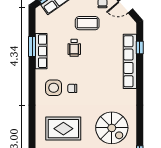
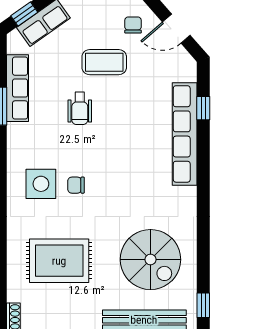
row of seats: (41, 51) -> (17, 88), moved

